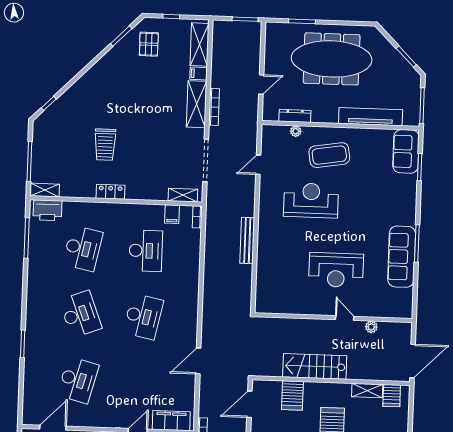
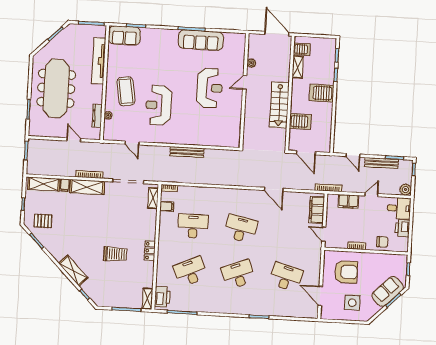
shelving: (81, 87) -> (73, 271), added
desk: (83, 248) -> (190, 272), turned -36

